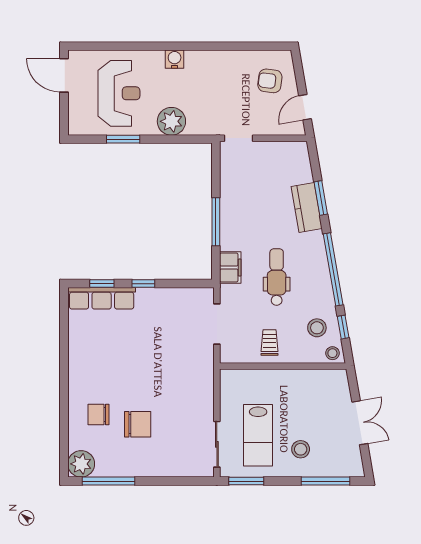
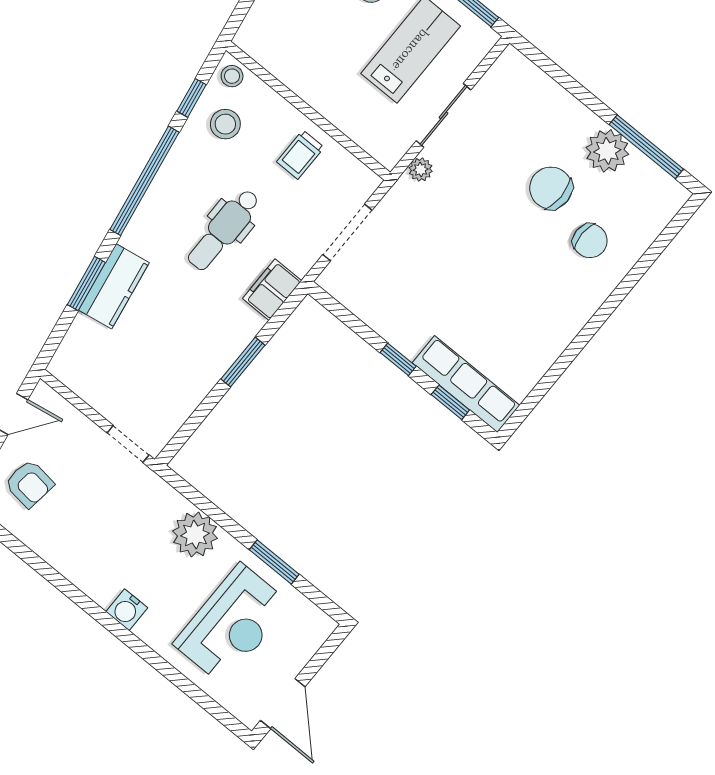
reception desk: (119, 93) -> (232, 624), turned 180
window: (216, 222) -> (243, 362), width x0.69
plant: (207, 382) -> (421, 170), added
sliding door: (217, 444) -> (444, 115), moved
plant: (81, 464) -> (607, 151), moved

